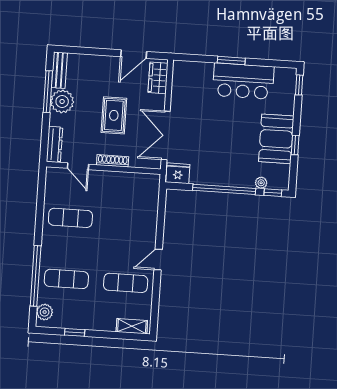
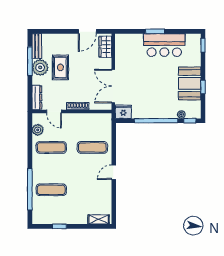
rug: (114, 115) -> (60, 67), moved
exercise mat: (126, 283) -> (92, 147), moved
plant: (45, 312) -> (38, 130), moved

